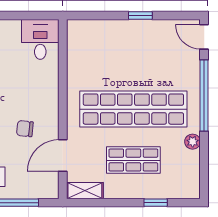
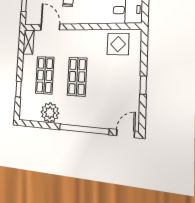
display table: (87, 51) -> (118, 44), added
shop shelf: (133, 109) -> (77, 77), width x0.50, depth x0.74
plant: (193, 142) -> (50, 113), width x1.87, depth x1.87

